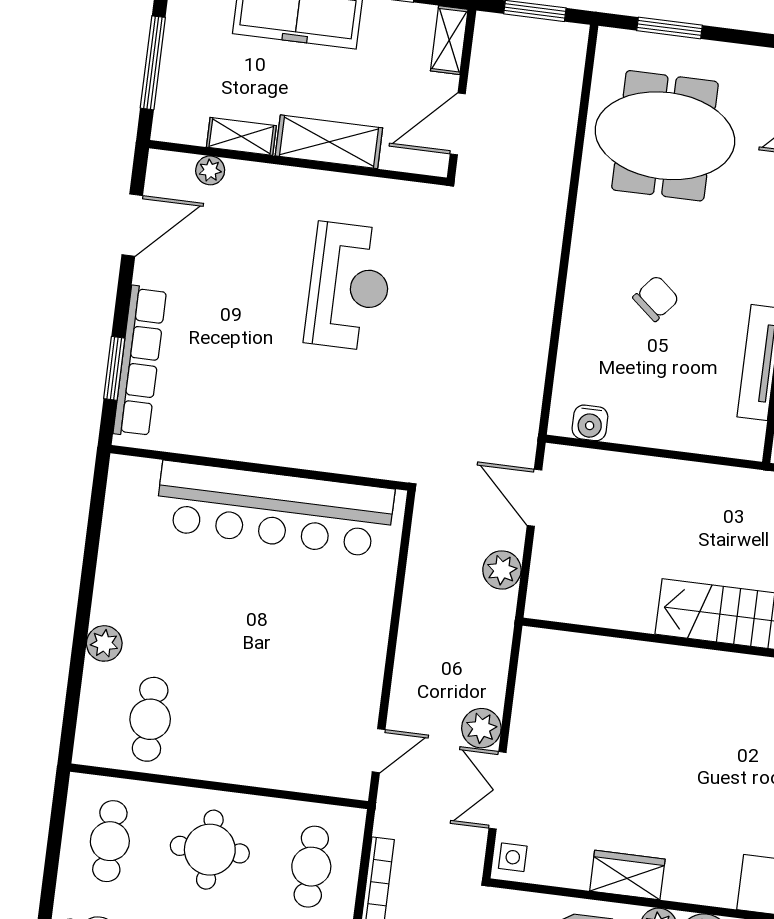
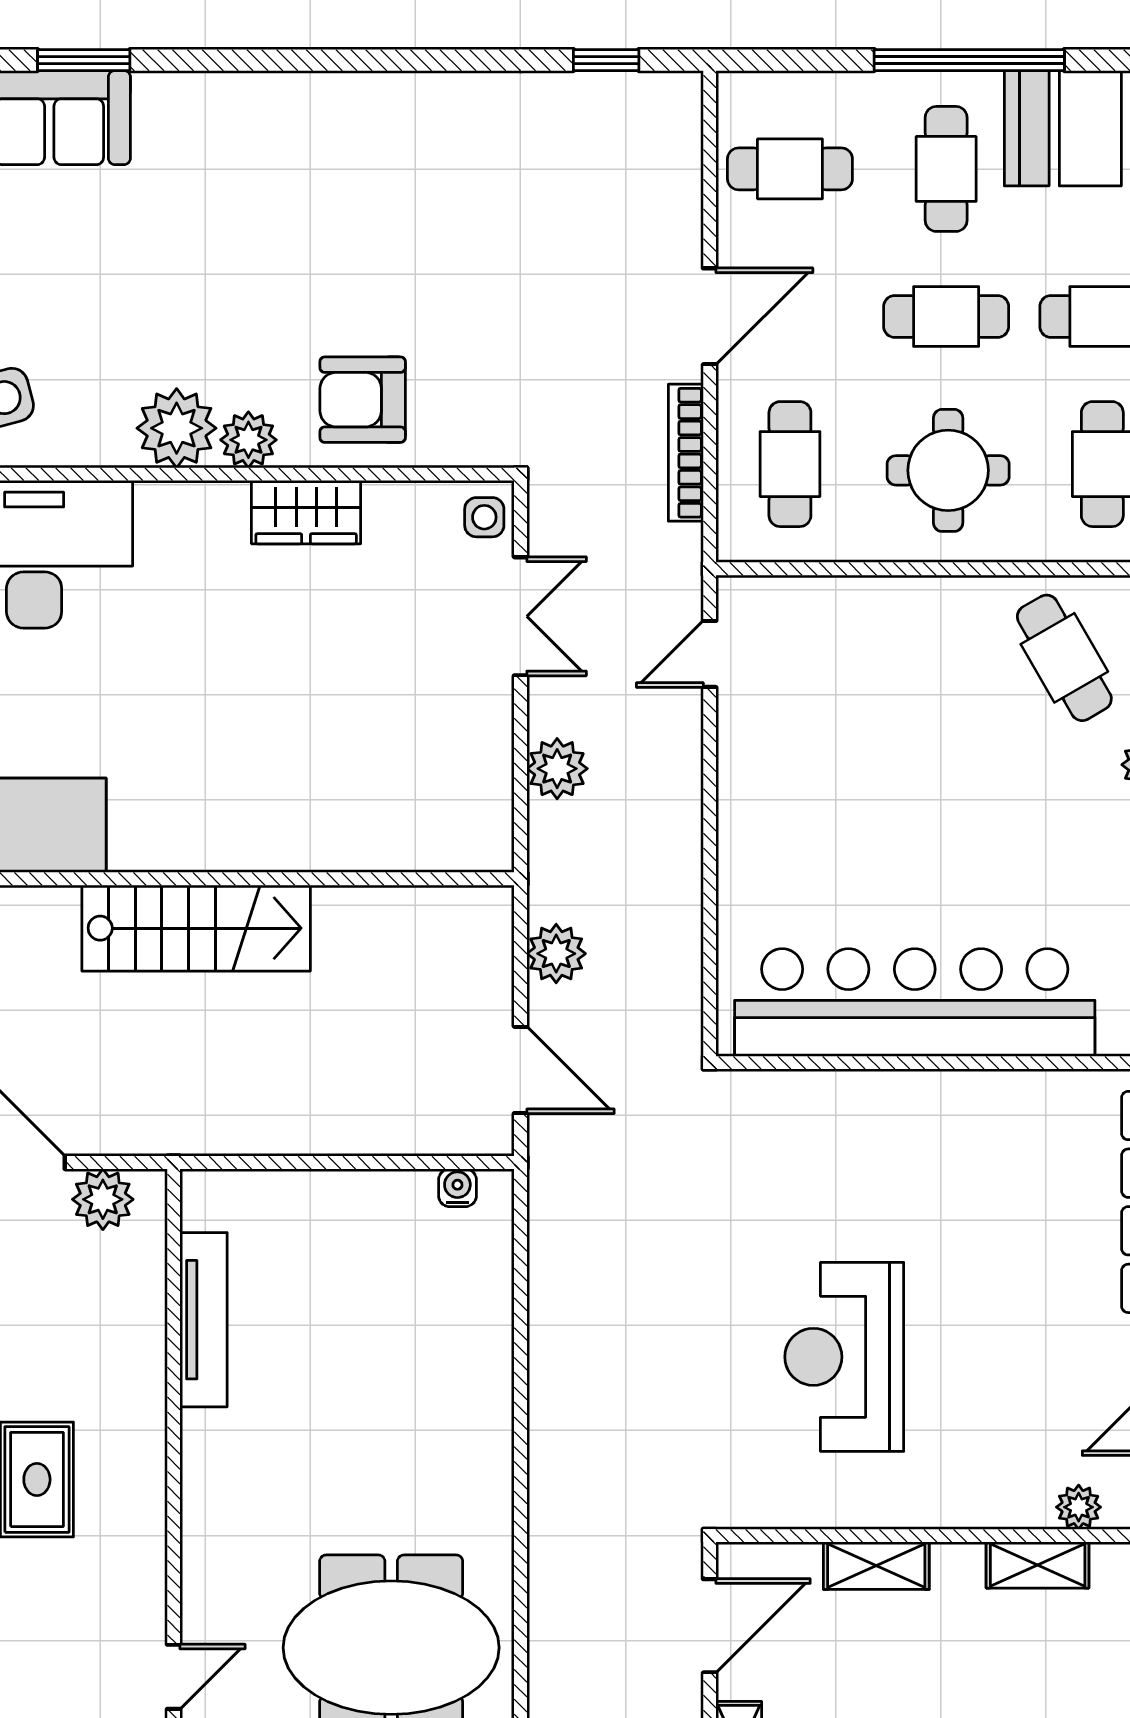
shelving: (329, 142) -> (876, 1566), width x0.67, depth x0.75
chair: (656, 298) -> (374, 1398), removed
water cooler: (590, 423) -> (457, 1188), width x0.72, depth x0.72
cafe table: (150, 719) -> (1064, 658), turned -30
plant: (481, 728) -> (557, 769), moved

